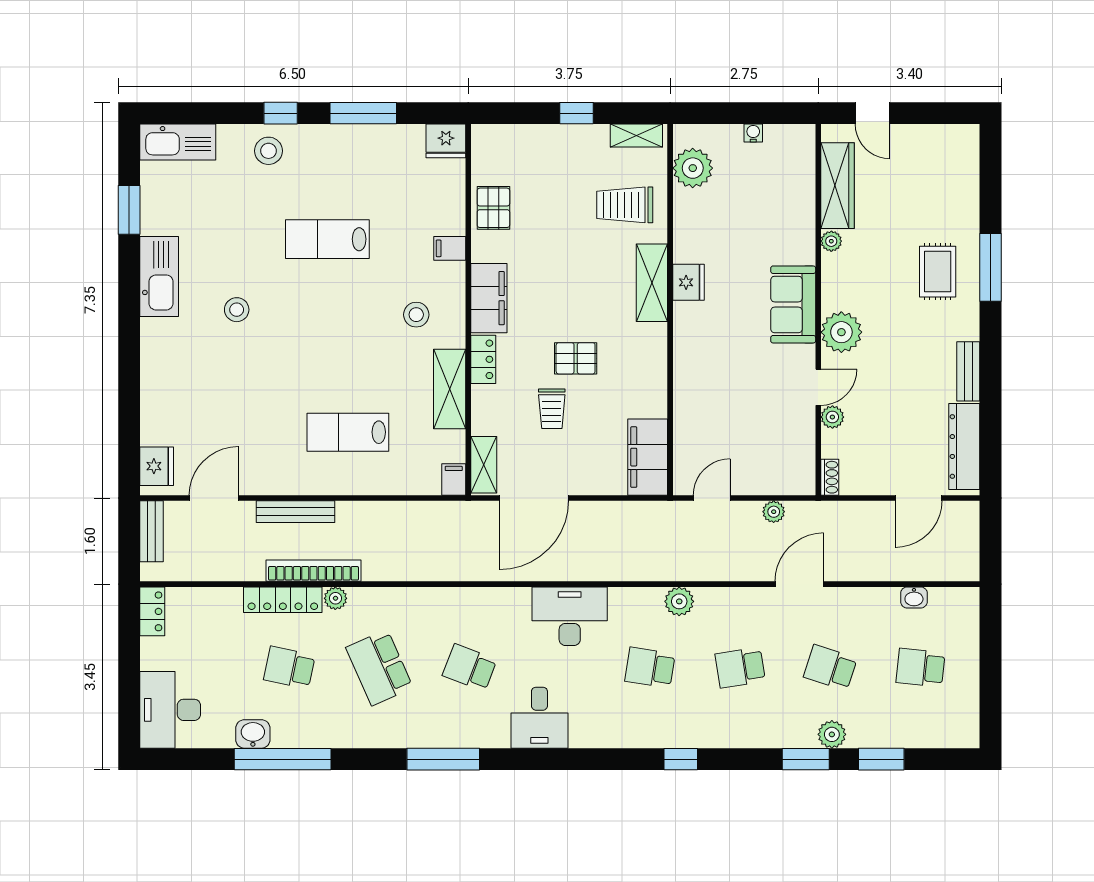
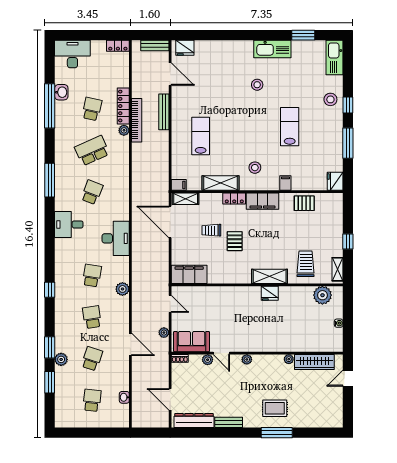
sofa: (793, 304) -> (191, 342), moved
plant: (841, 332) -> (247, 359), width x0.53, depth x0.53

